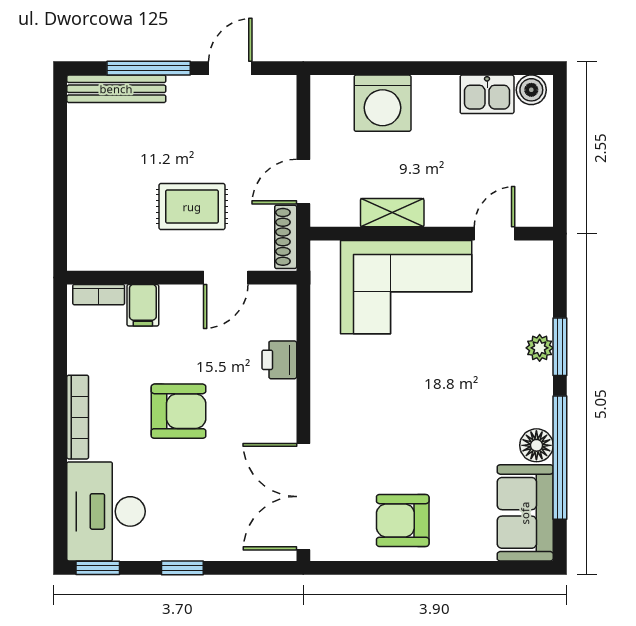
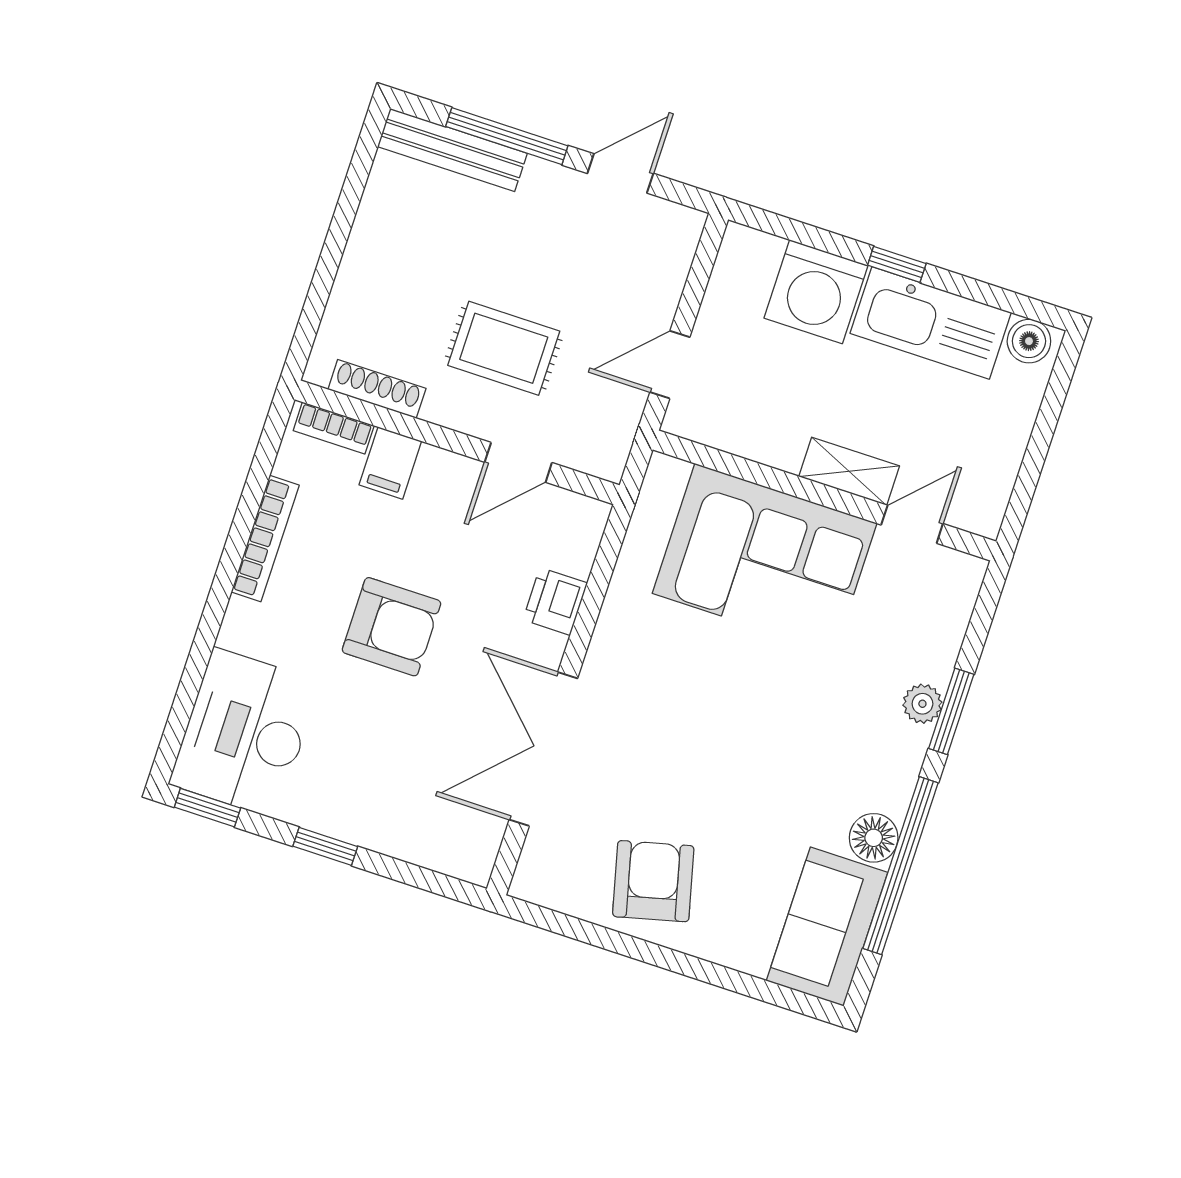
window: (429, 68) -> (897, 264), added
kitchen sink: (487, 94) -> (931, 323), width x1.87, depth x1.24
shelving: (392, 213) -> (849, 471), moved
shoe rack: (286, 237) -> (377, 389), moved, turned 90
bookcase: (78, 417) -> (265, 538), moved
double door: (303, 497) -> (543, 749), moved
armchair: (403, 520) -> (653, 881), turned 76

